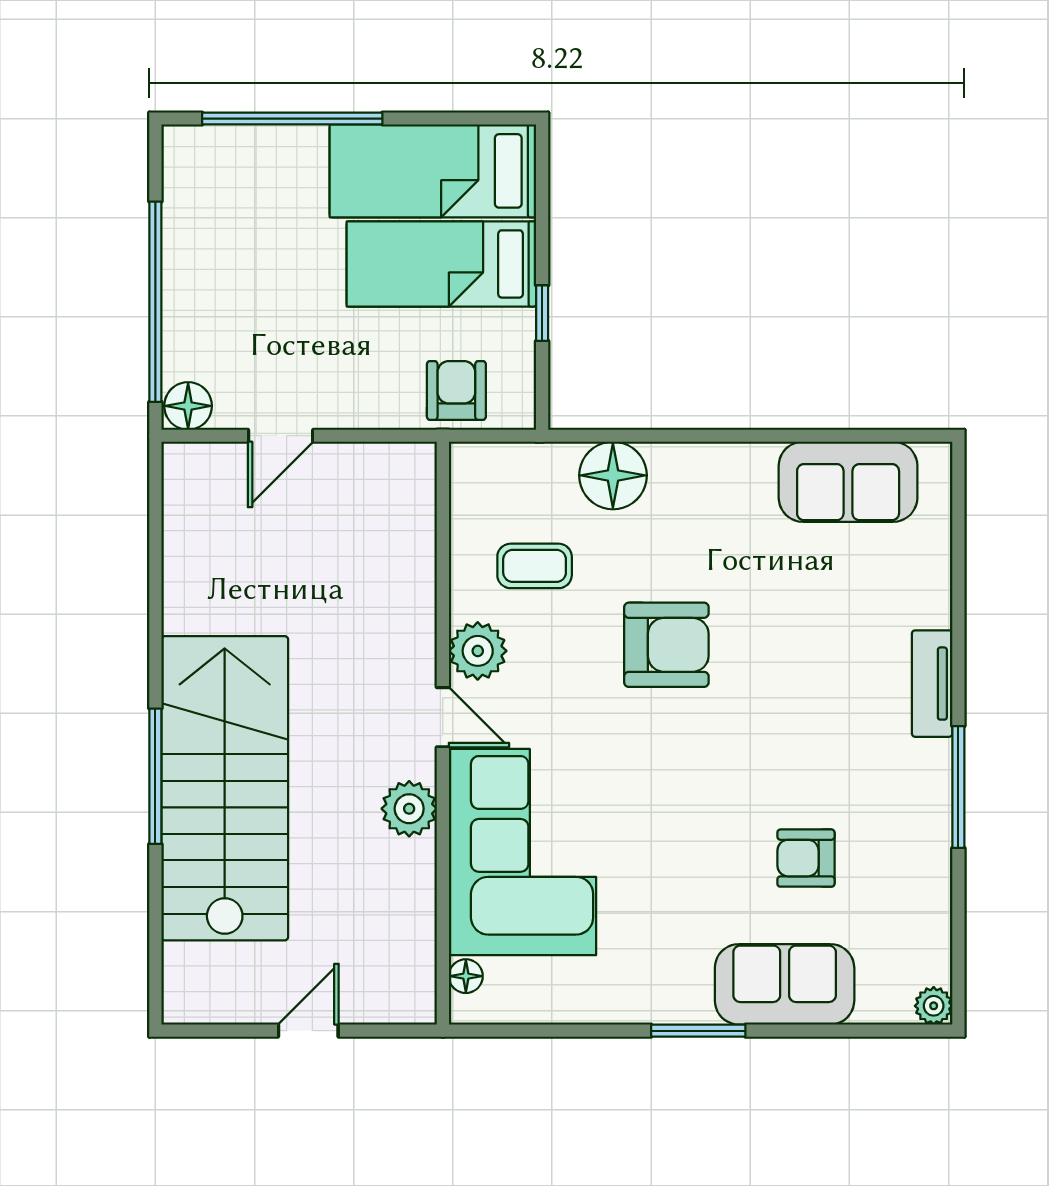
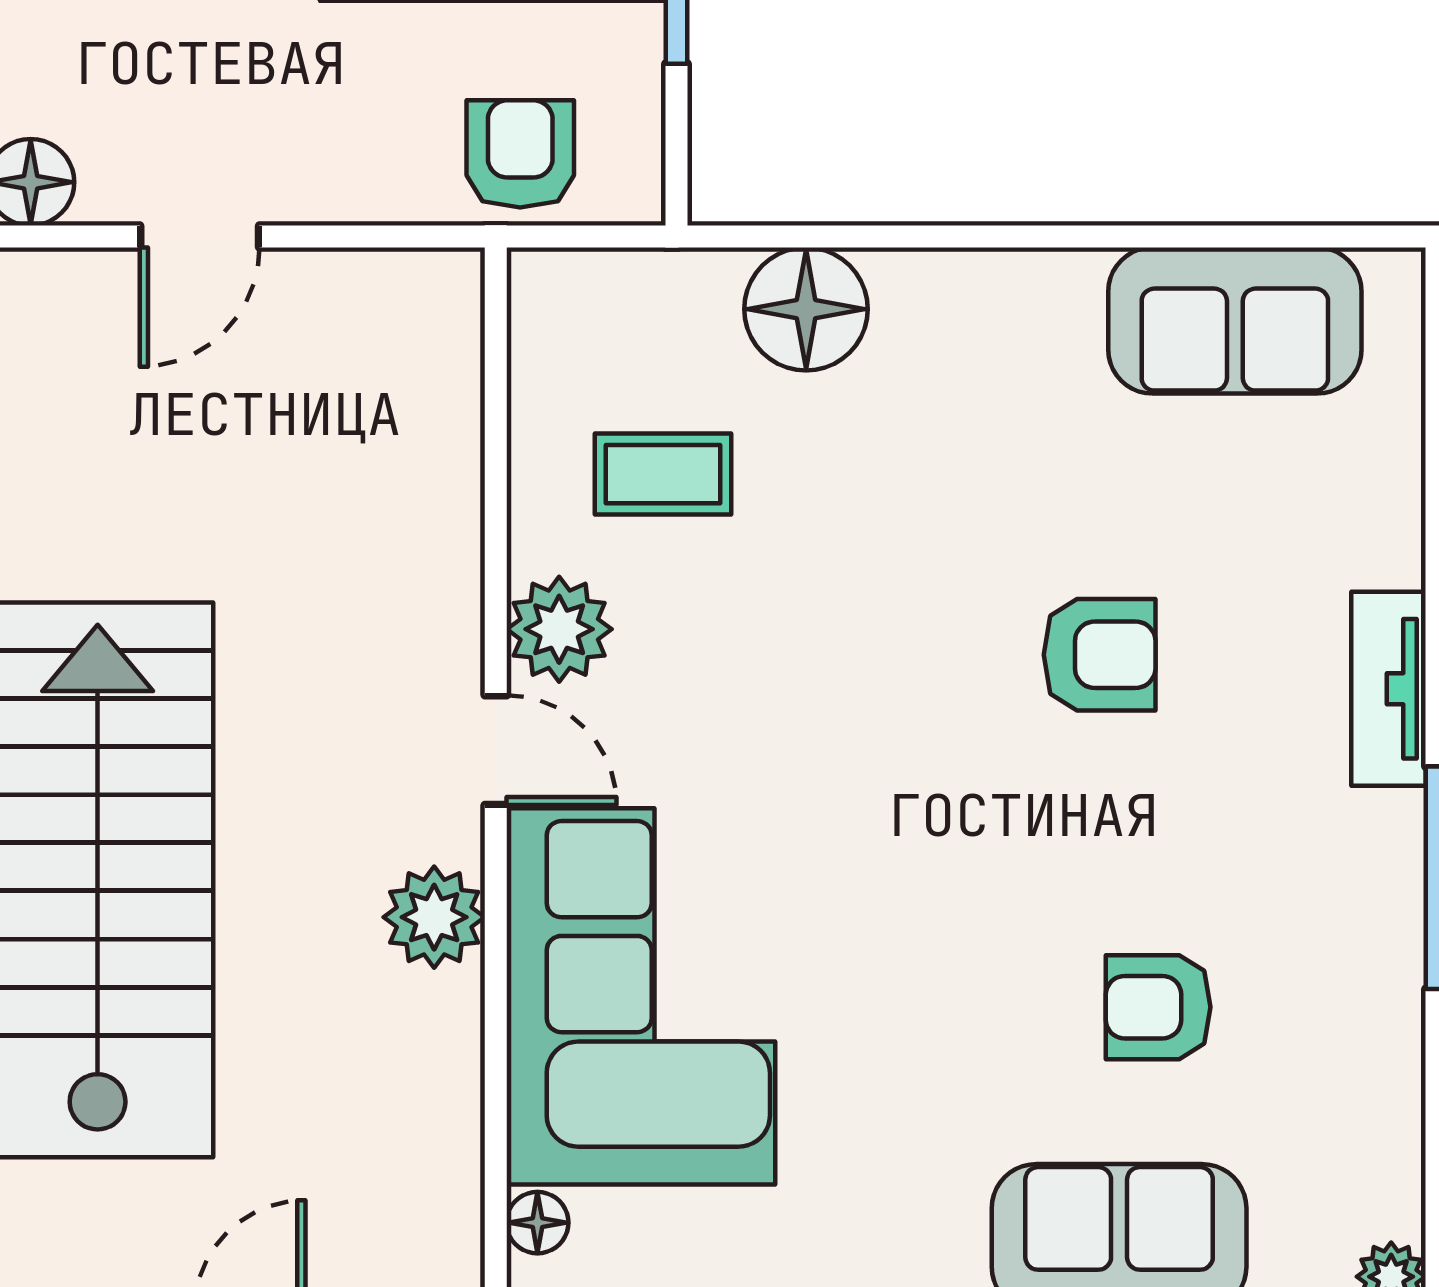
armchair: (666, 645) -> (1100, 655), moved, width x0.72, depth x0.72

